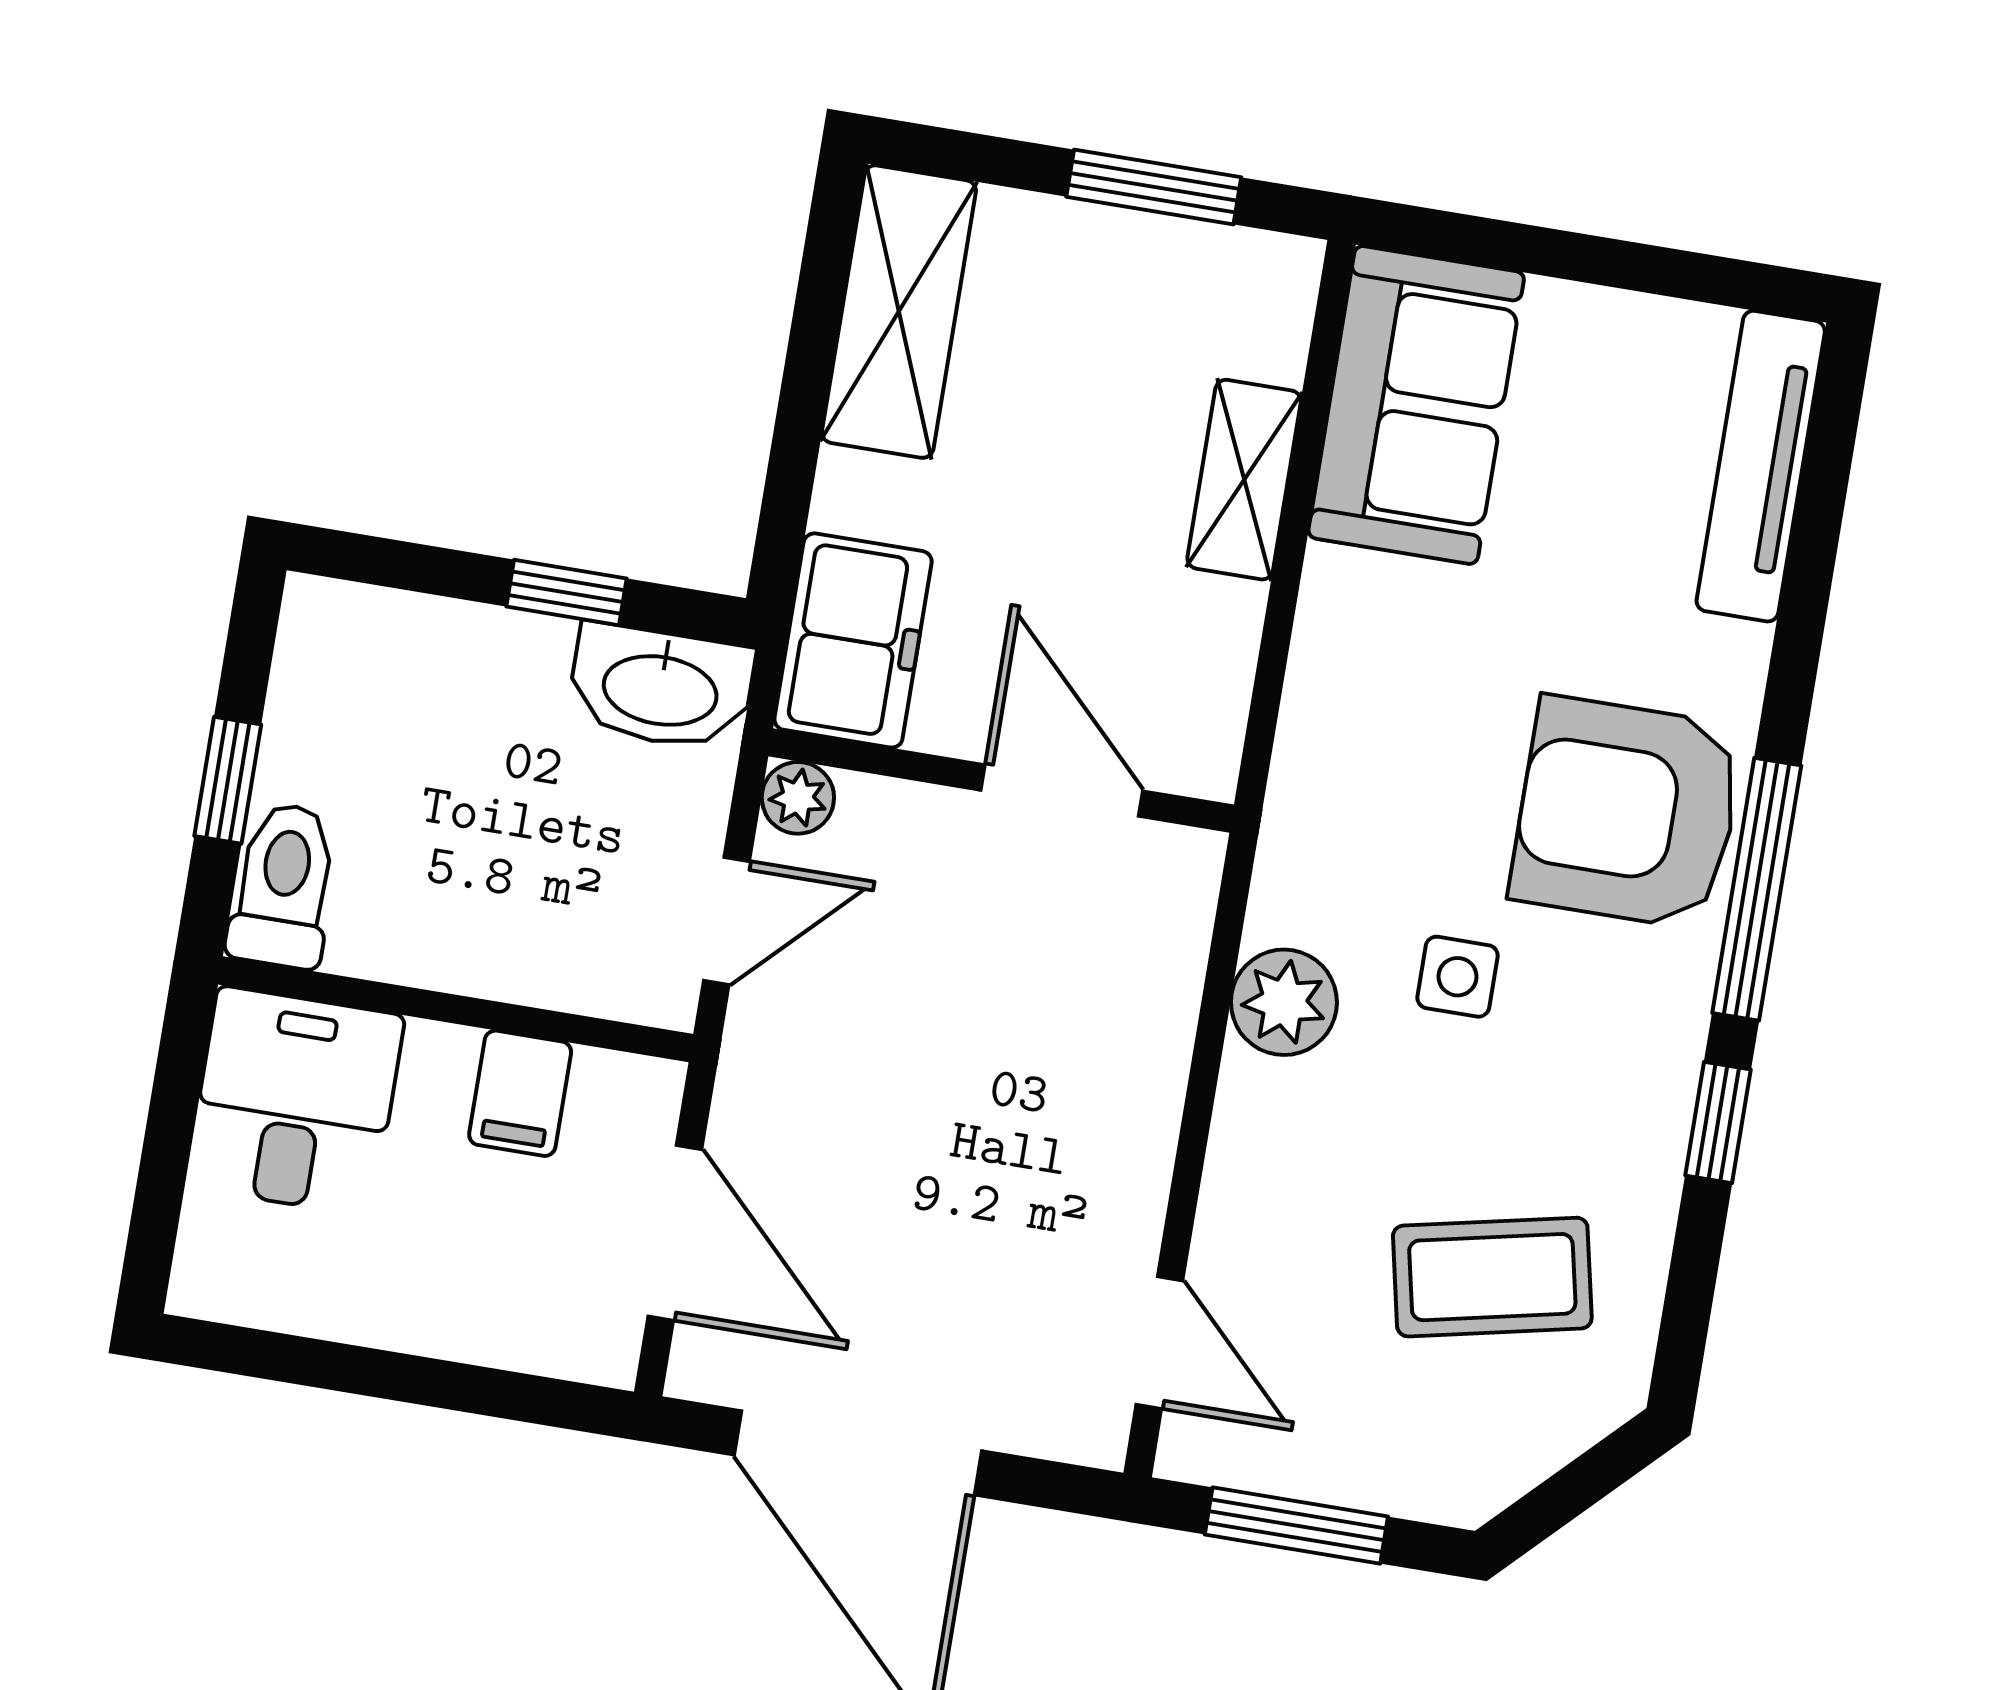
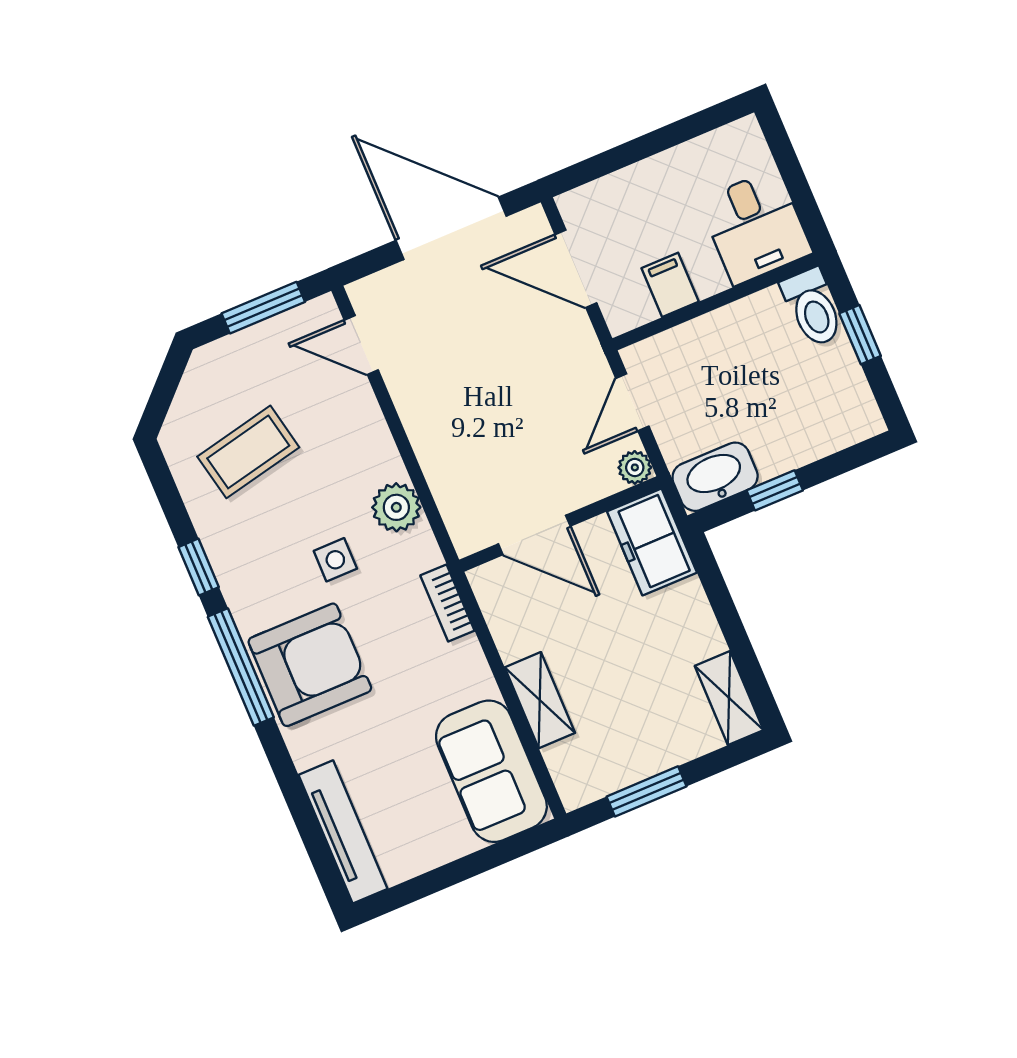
shelving: (899, 312) -> (729, 698), width x0.67, depth x0.75
bookcase: (1301, 766) -> (447, 603), added

